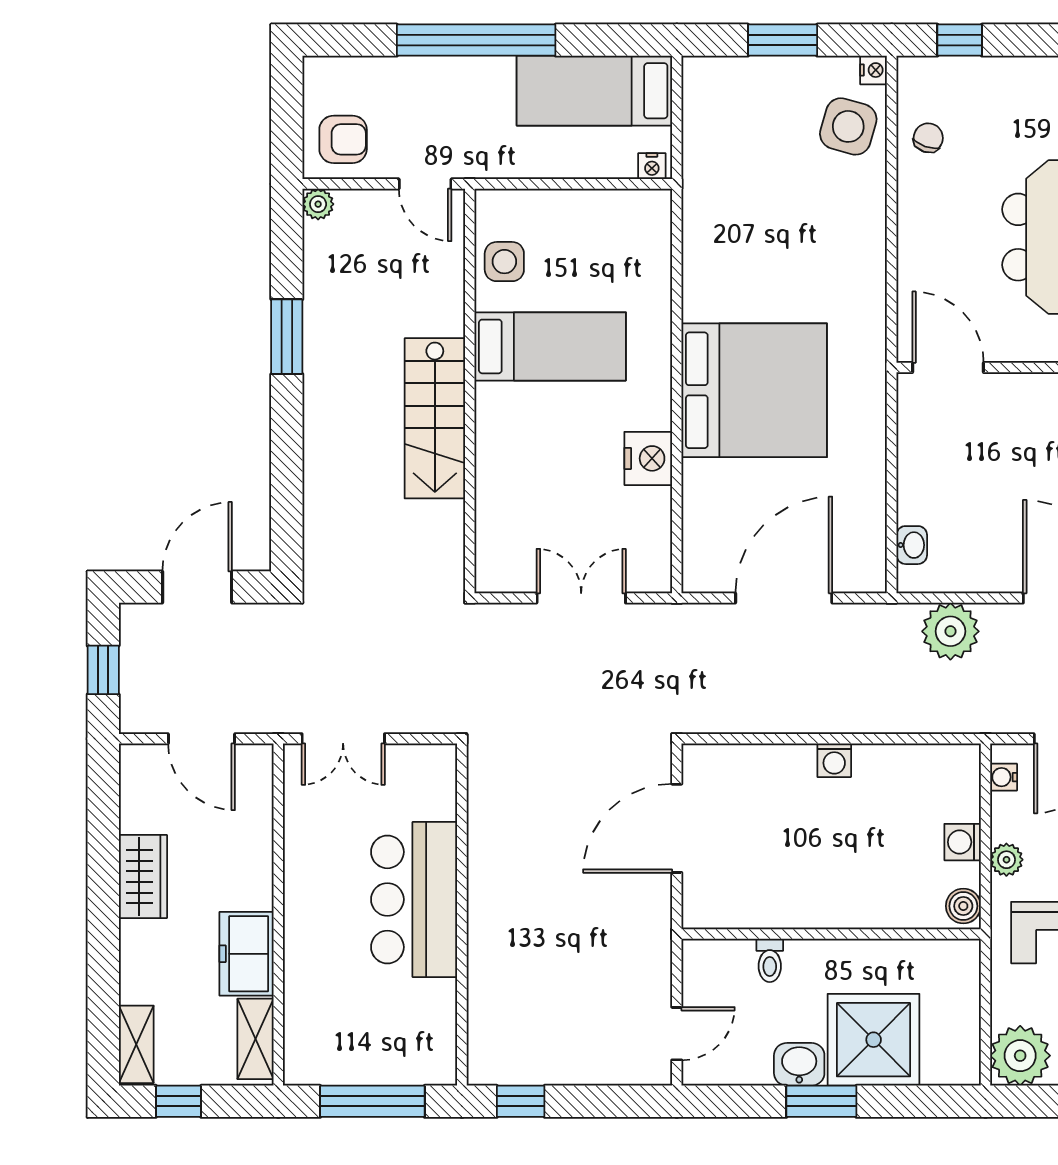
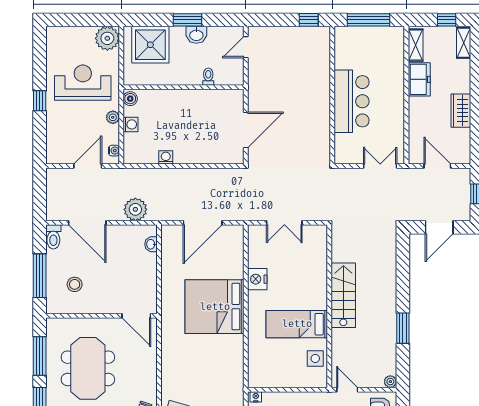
washing machine: (834, 760) -> (166, 157), moved
shower: (874, 1040) -> (150, 45), moved

